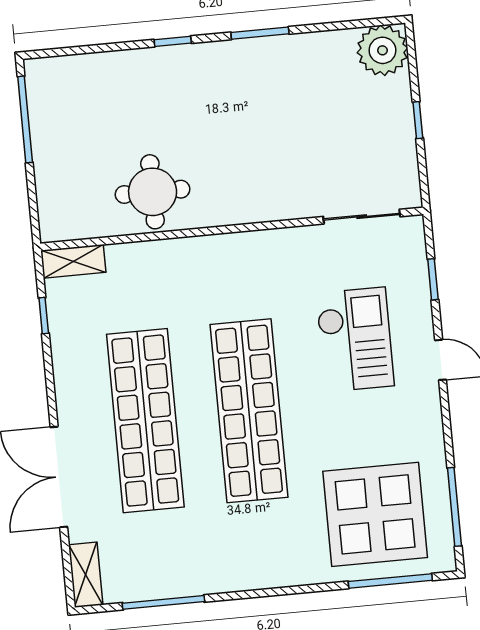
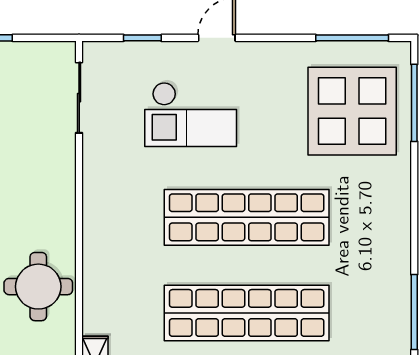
checkout: (355, 339) -> (191, 114), turned 180

